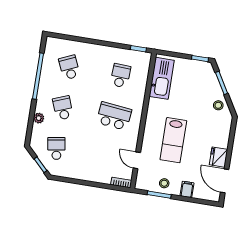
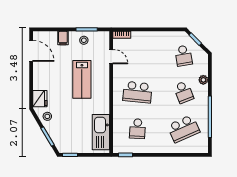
school desk: (69, 67) -> (184, 129), width x1.85
lab bench: (173, 140) -> (82, 79), turned 180
fridge: (218, 157) -> (40, 99), moved

